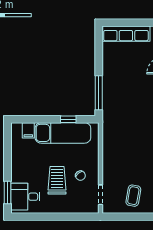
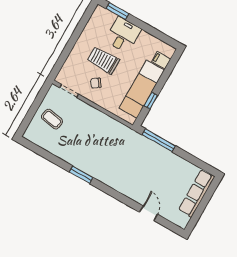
trolley: (57, 180) -> (103, 60), turned 180
desk: (25, 197) -> (123, 35), moved

